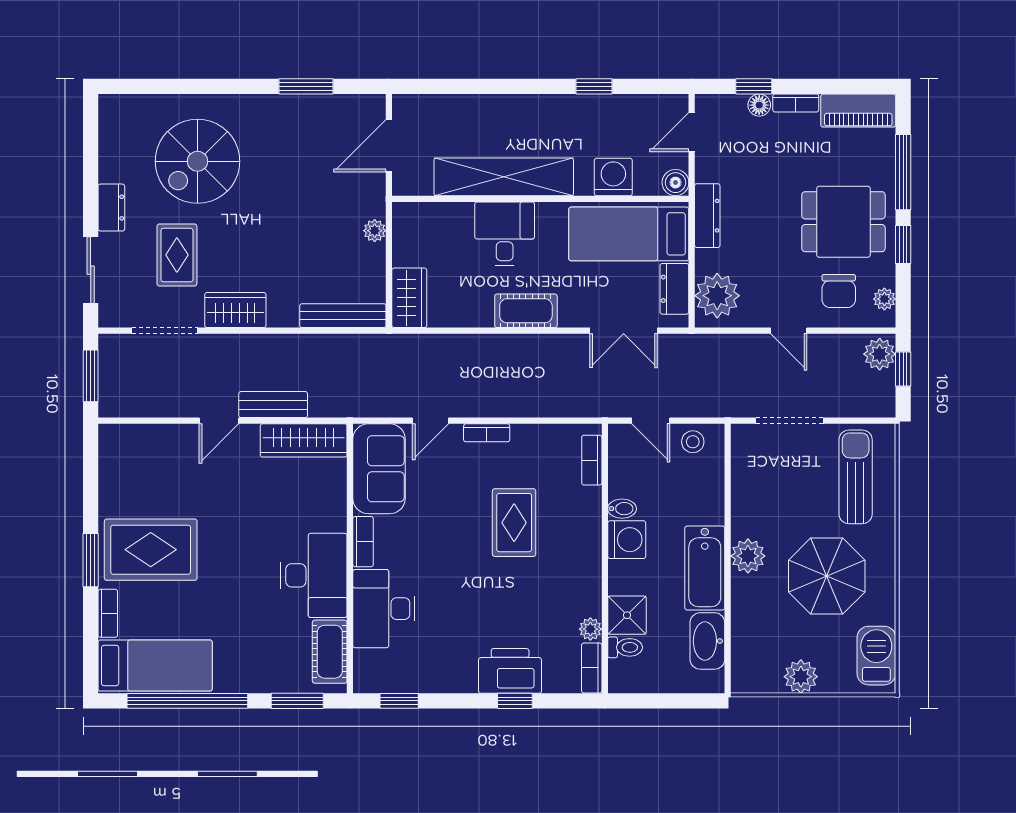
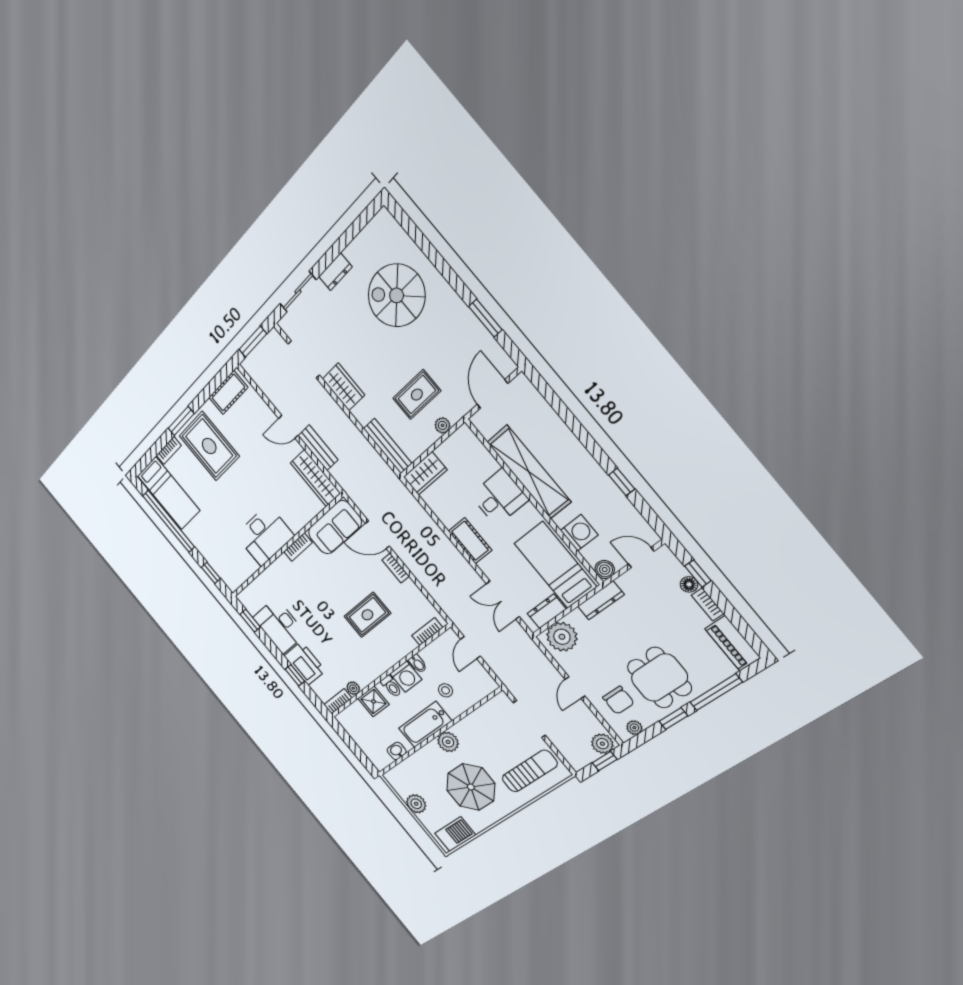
door: (389, 146) -> (493, 394), hinge flipped
rug: (177, 255) -> (417, 395), moved
chair: (839, 291) -> (618, 700), turned -90
door: (430, 421) -> (377, 535), width x1.38
stool: (693, 442) -> (446, 690), moved
desk: (384, 609) -> (279, 626), moved, turned -90
washbasin: (707, 641) -> (397, 751), width x0.52, depth x0.69
toilet: (625, 647) -> (391, 686), moved
cot: (330, 652) -> (228, 392), moved
window: (297, 701) -> (211, 573), width x0.67

